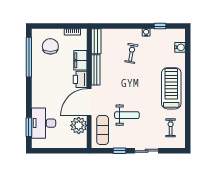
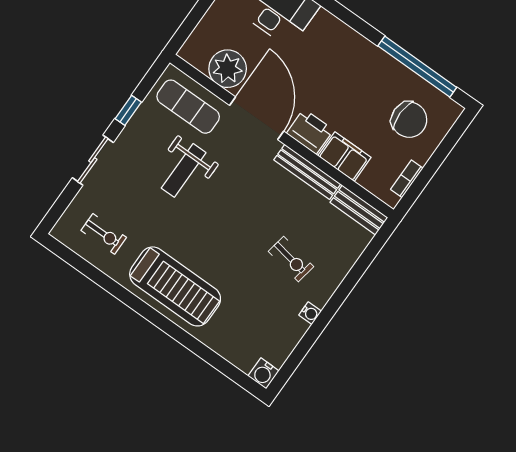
window: (160, 26) -> (304, 347), removed
water cooler: (180, 47) -> (263, 373), moved

